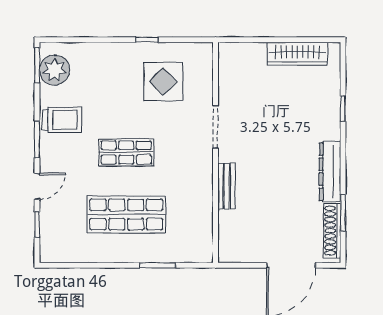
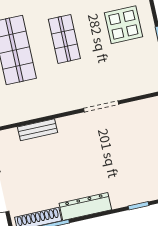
display table: (163, 82) -> (123, 25), moved
bench: (227, 186) -> (38, 130), moved

